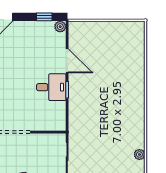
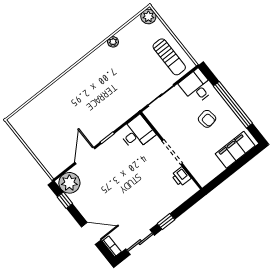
plant: (60, 27) -> (69, 183), width x1.88, depth x1.88
desk: (51, 87) -> (137, 133), moved, turned 90

